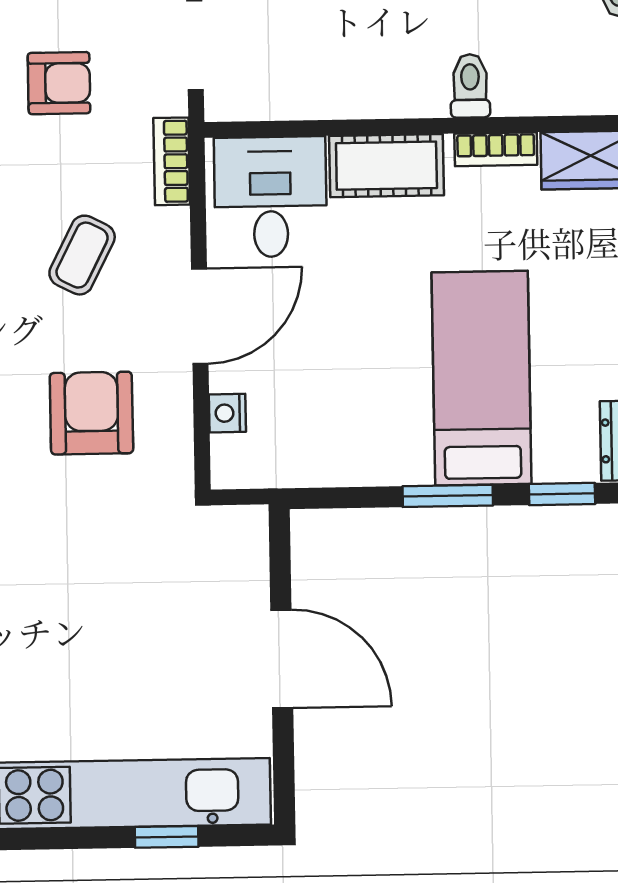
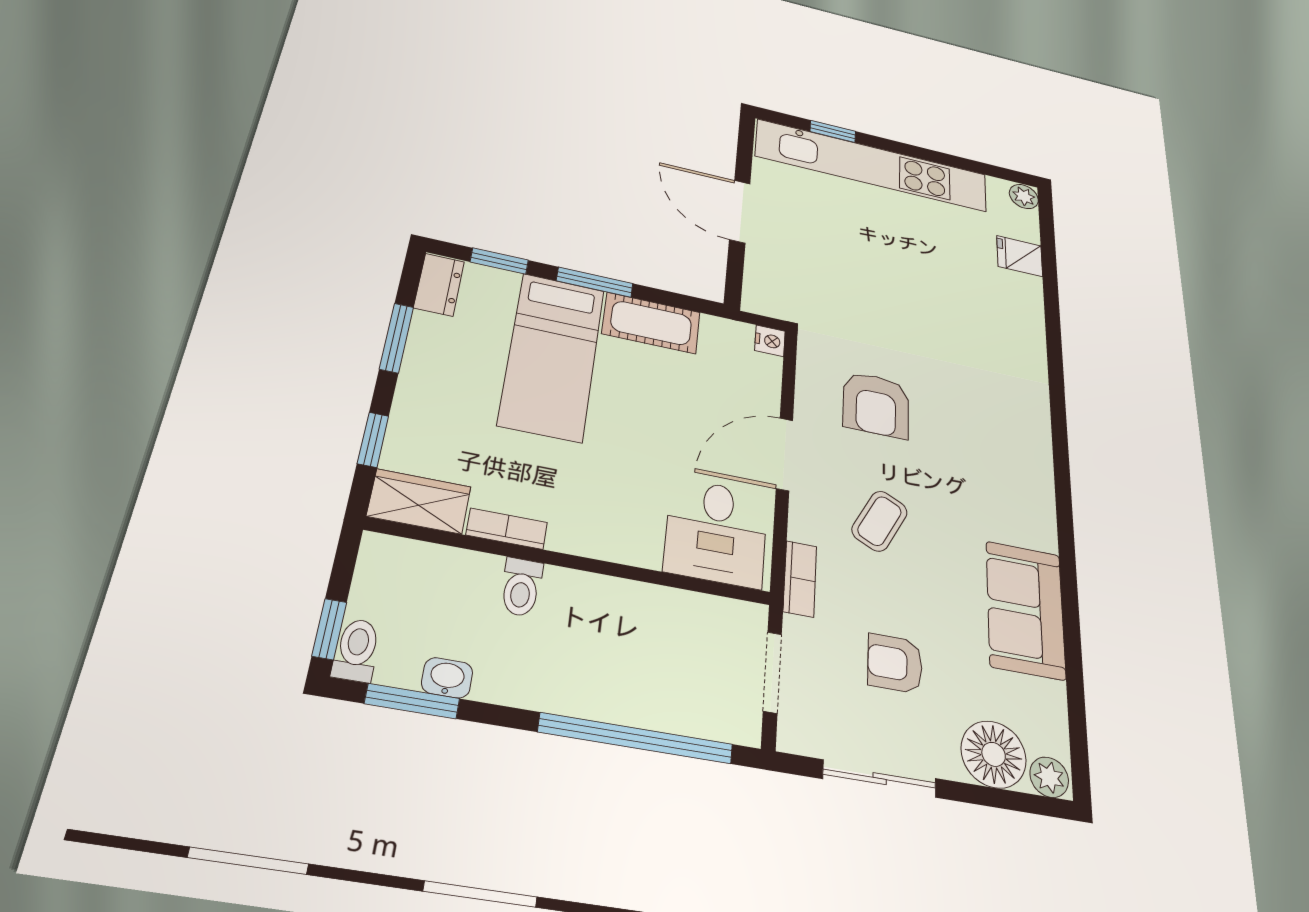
cot: (386, 166) -> (651, 323), moved
nightstand: (227, 413) -> (770, 341), moved

